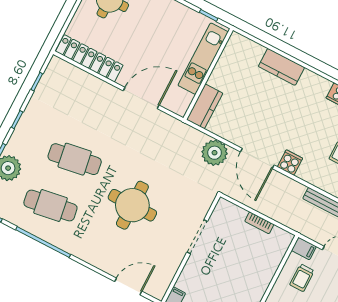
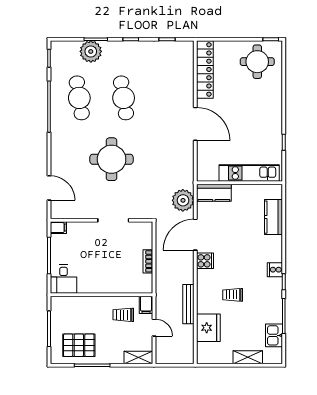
kitchen unit: (203, 59) -> (249, 173), moved
wall: (208, 74) -> (240, 183), moved
kitchen counter: (205, 106) -> (214, 193), moved

